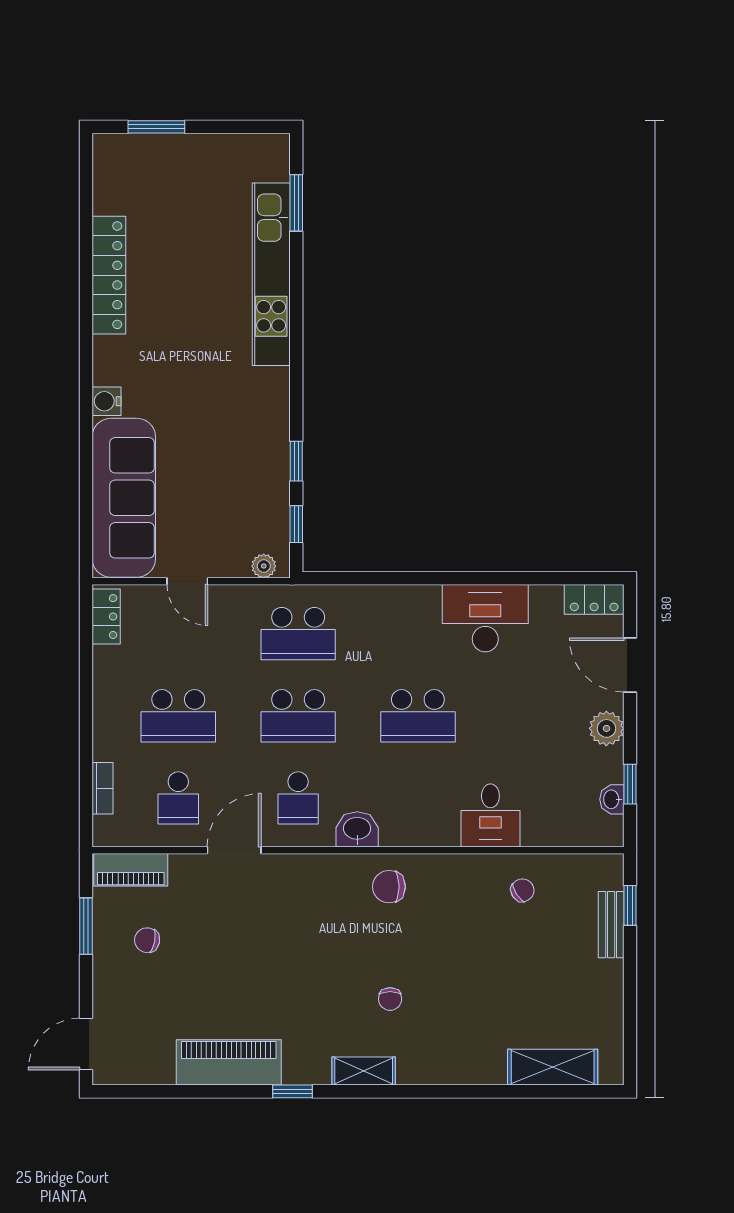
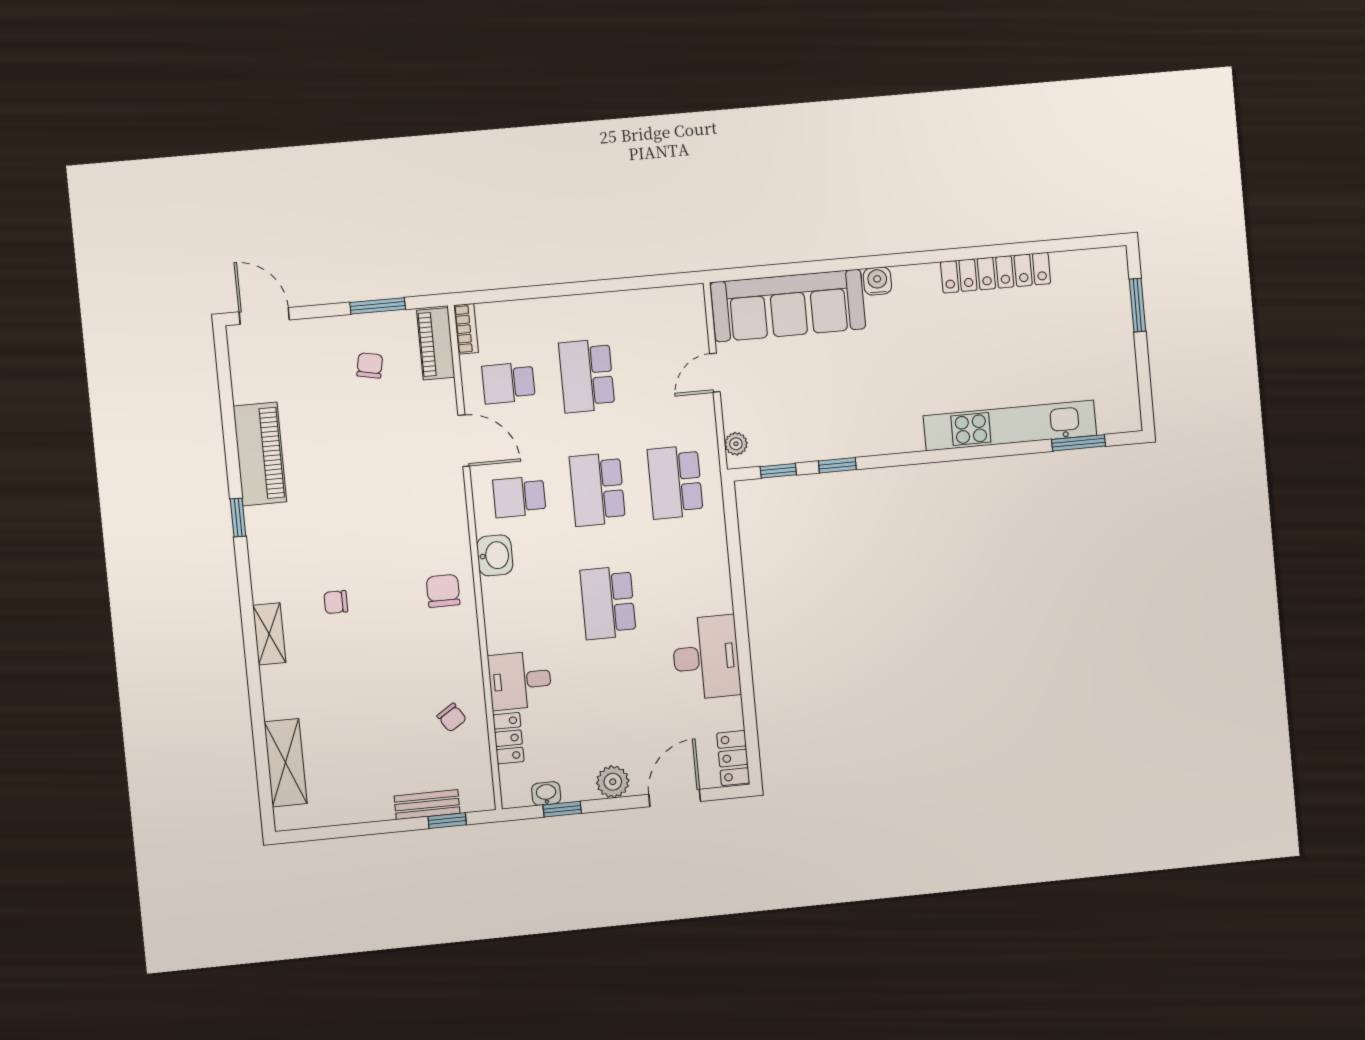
locker: (106, 617) -> (508, 738), moved, turned -90
bookcase: (103, 788) -> (466, 329), moved, turned -90
shelving: (364, 1071) -> (269, 634), moved

